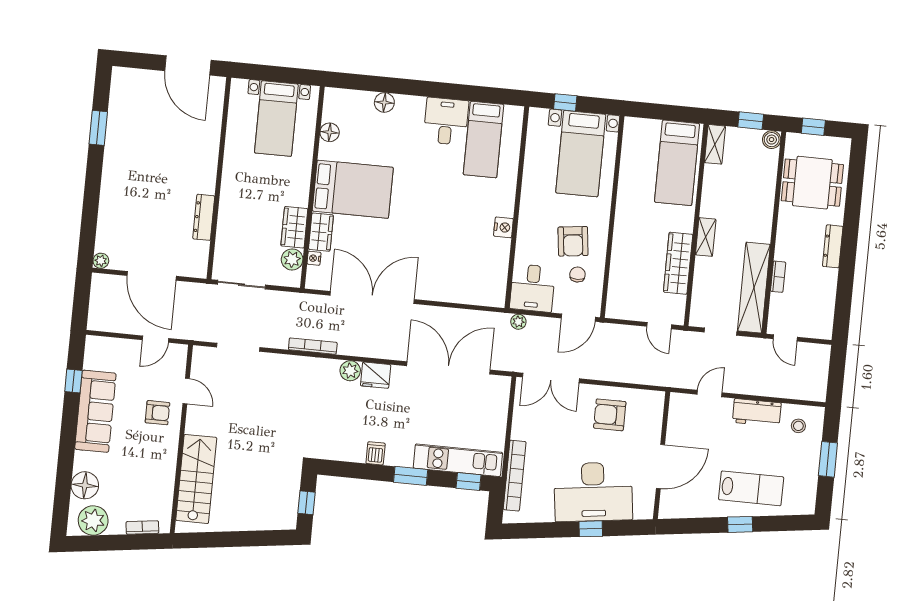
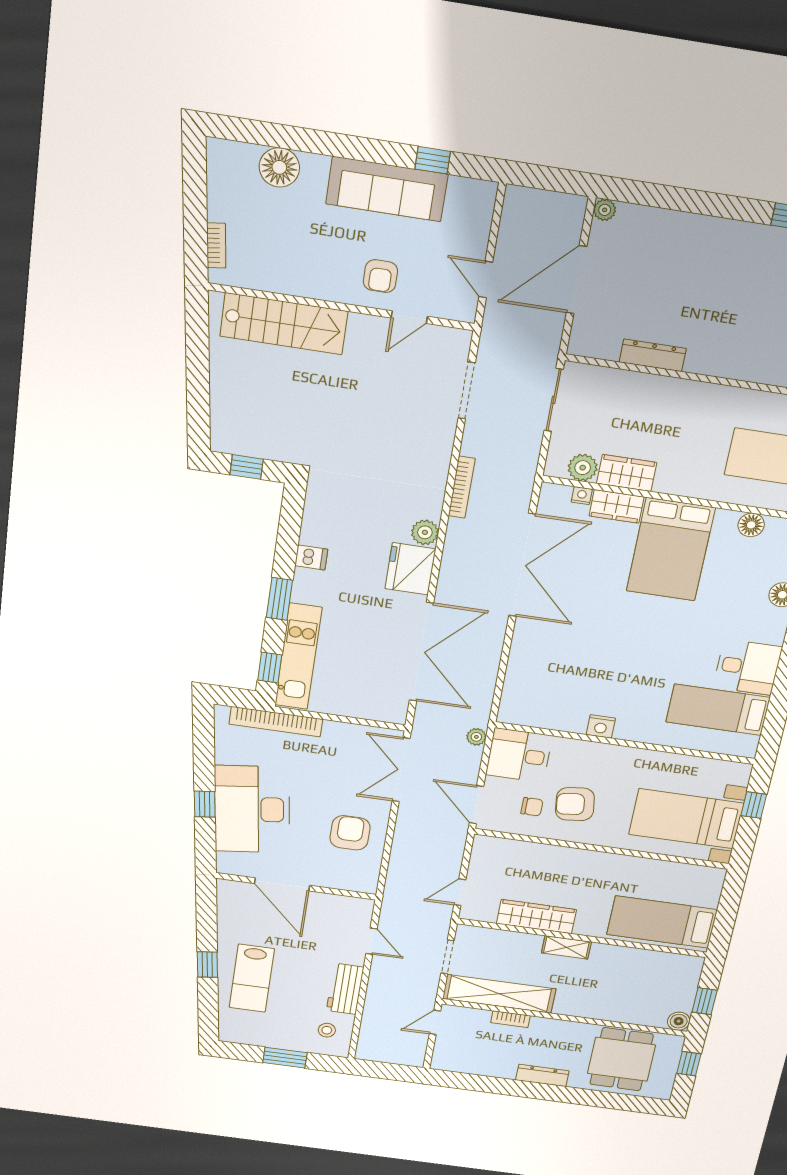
shelving: (715, 144) -> (680, 963), removed
fridge: (376, 375) -> (410, 569), width x1.36, depth x1.34
plant: (93, 521) -> (228, 176), removed

